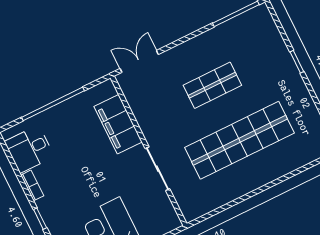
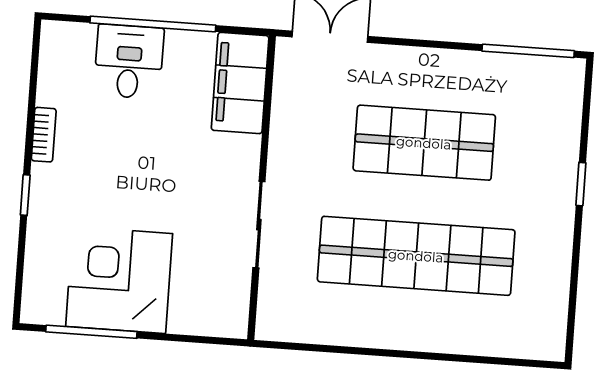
shop shelf: (212, 85) -> (424, 143), width x1.43, depth x1.36
filing cabinet: (118, 124) -> (240, 83), moved
desk: (29, 149) -> (129, 62), moved, turned 90

